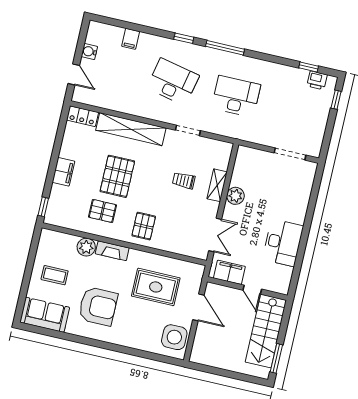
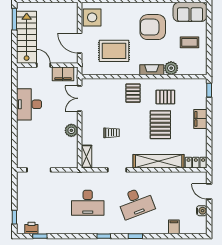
window: (225, 48) -> (104, 236), width x0.46
desk: (173, 82) -> (136, 203), turned -33
shelving: (217, 185) -> (86, 157), moved

